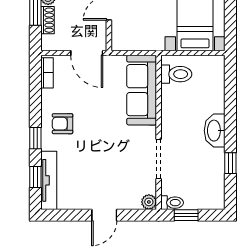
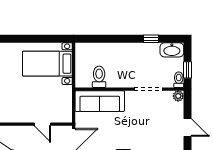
toilet: (176, 74) -> (99, 77), moved
washbasin: (215, 131) -> (172, 50), moved

